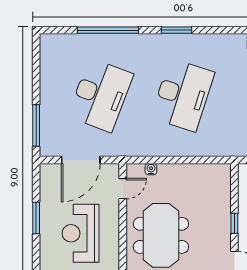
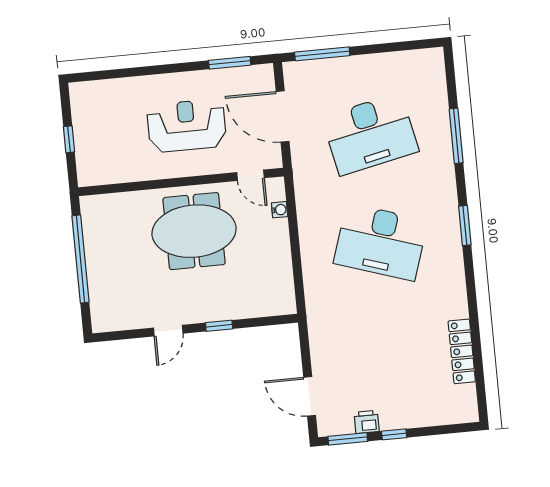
window: (108, 30) -> (456, 136), width x0.68
desk: (100, 95) -> (370, 134), turned -33
window: (36, 218) -> (230, 63), moved

